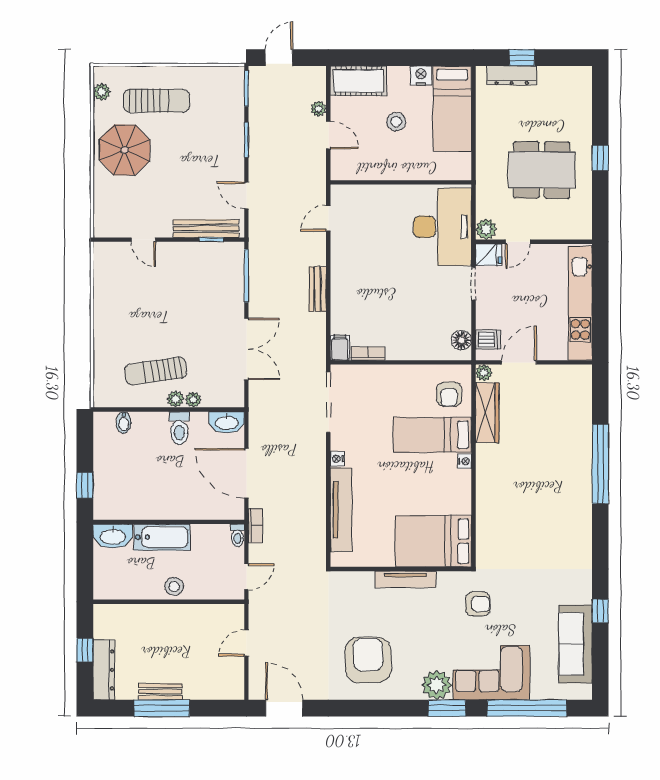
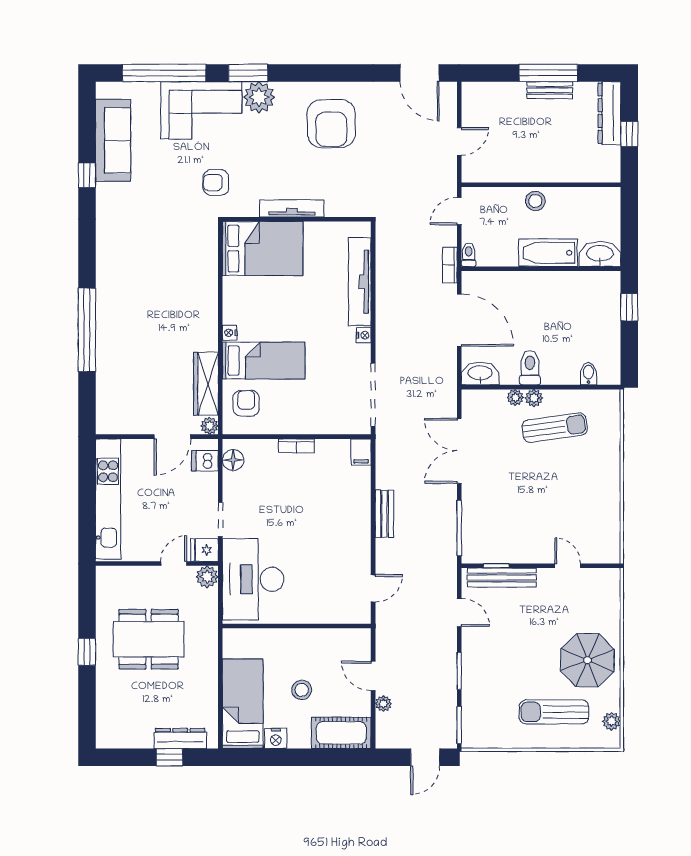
bookcase: (368, 354) -> (296, 446), moved

